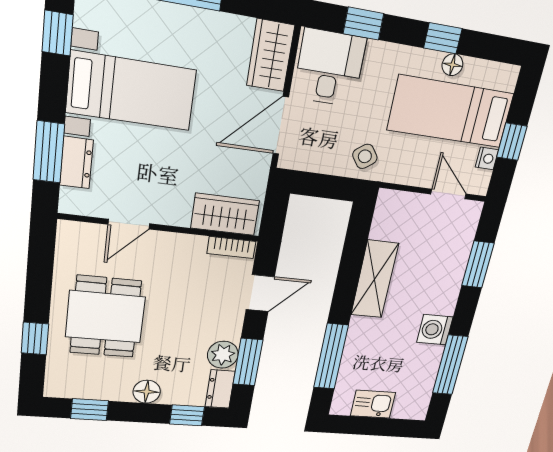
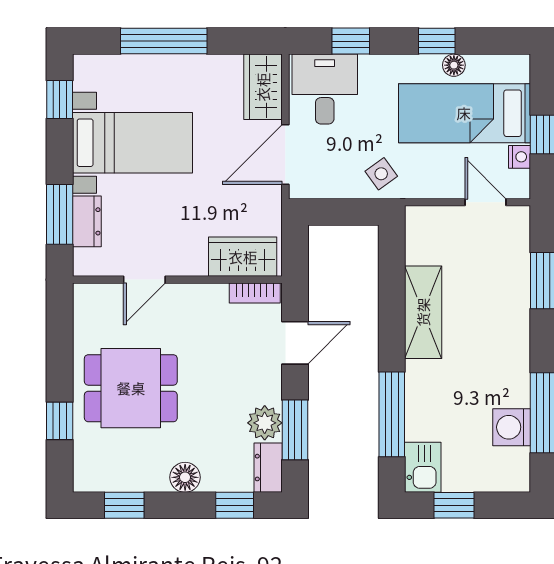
dining table: (105, 317) -> (131, 388), turned 90
washing machine: (435, 330) -> (512, 427), moved
kitchen sink: (373, 404) -> (423, 467), moved, turned 90
window: (365, 426) -> (454, 505), added

